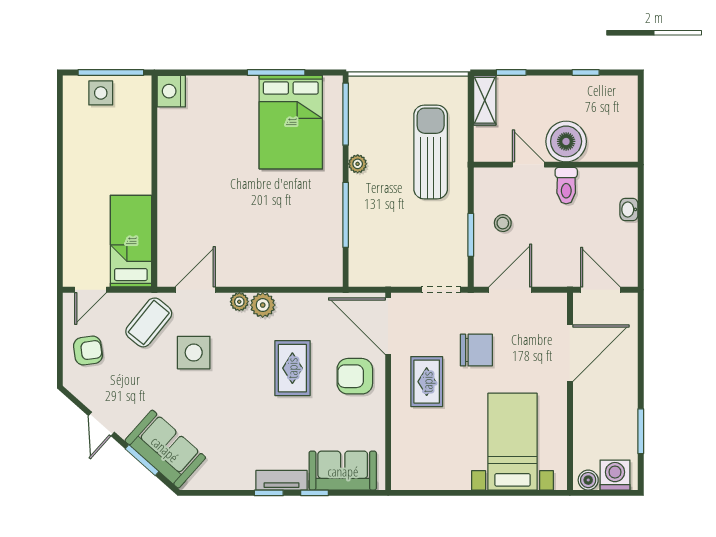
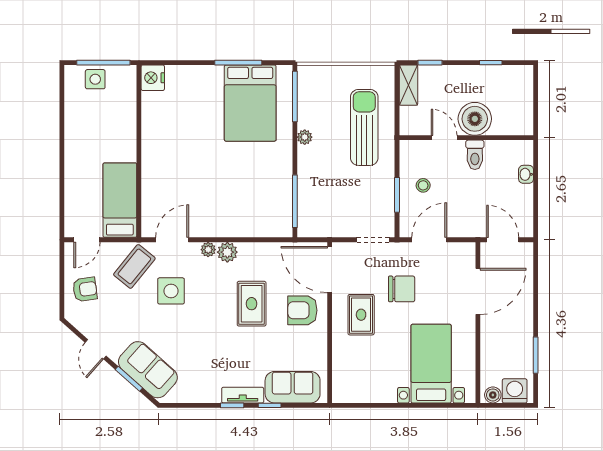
window: (346, 215) -> (295, 201), moved

